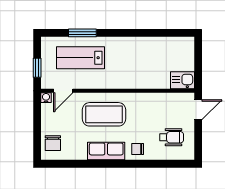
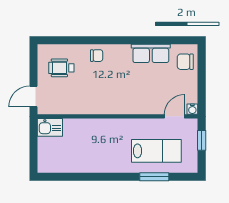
coffee table: (104, 114) -> (132, 92), removed
chair: (53, 143) -> (185, 62), turned -90
row of seats: (106, 151) -> (151, 53), moved

